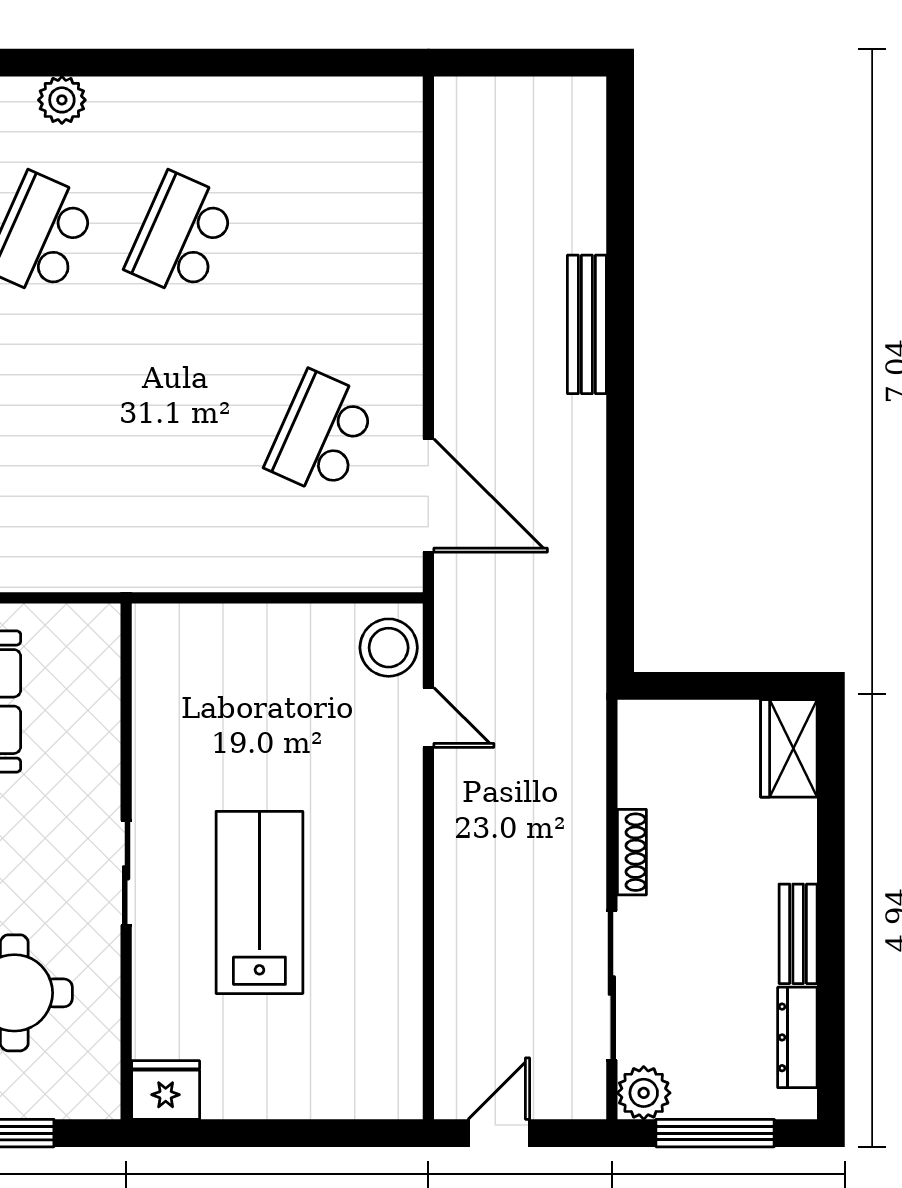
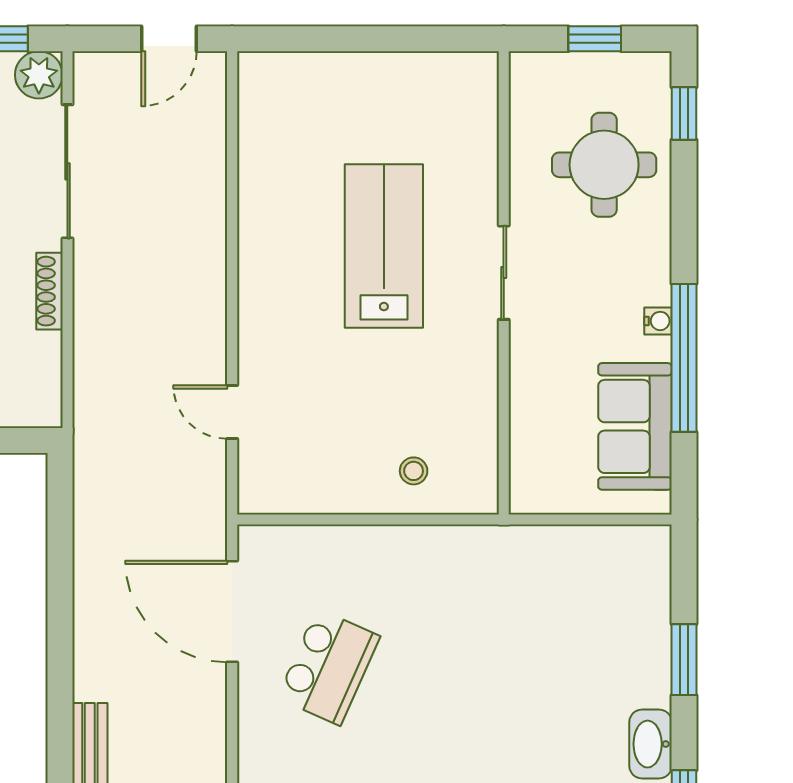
stool: (389, 648) -> (414, 471), moved, width x0.53, depth x0.53
lab bench: (259, 902) -> (384, 246), turned 180
fridge: (166, 1090) -> (468, 77), removed

